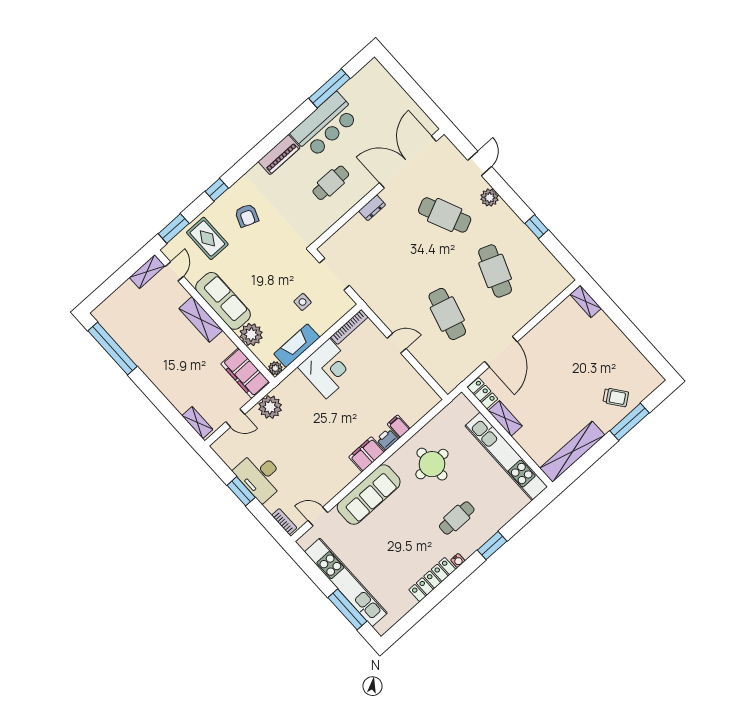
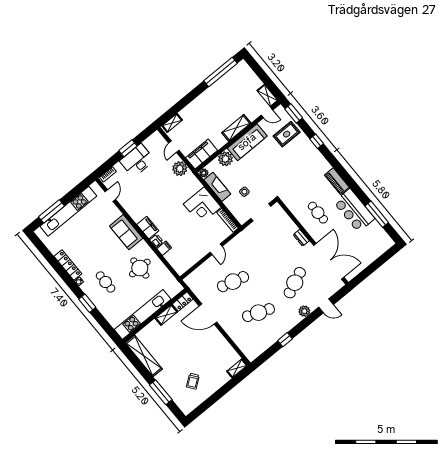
armchair: (247, 215) -> (300, 159), removed
trolley: (616, 397) -> (193, 381), moved
sofa: (369, 495) -> (126, 232), width x0.73

